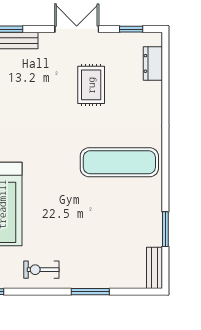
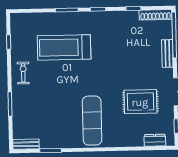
rug: (91, 85) -> (140, 102), width x1.36, depth x1.43

